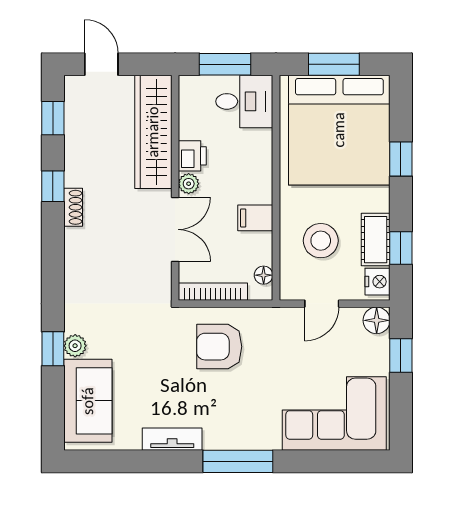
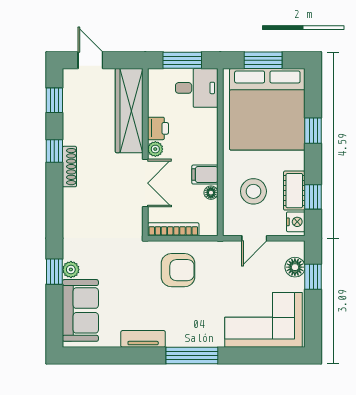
shoe rack: (73, 207) -> (69, 167), width x1.43
floor lamp: (264, 275) -> (211, 193), moved
floor lamp: (377, 320) -> (295, 267), moved
armchair: (219, 347) -> (178, 270), turned 180

